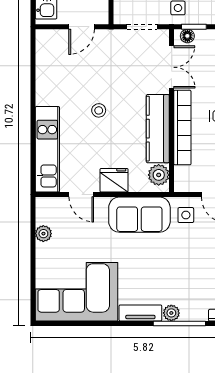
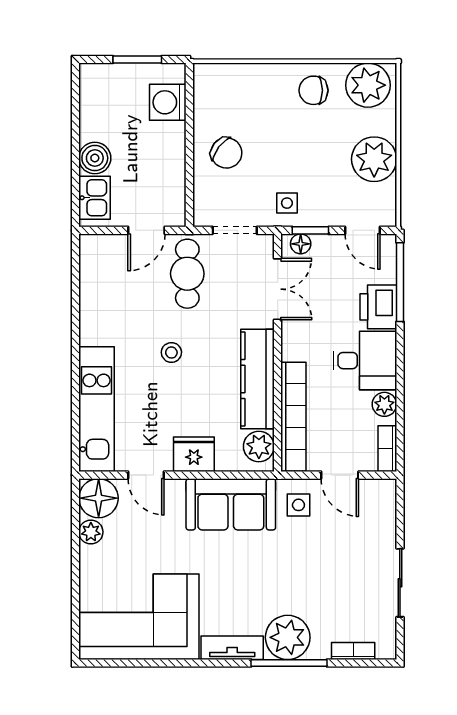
cafe table: (110, 56) -> (187, 274), added
bookcase: (182, 128) -> (293, 417), moved
floor lamp: (49, 210) -> (99, 498), added
plant: (171, 313) -> (288, 637), width x1.88, depth x1.88

